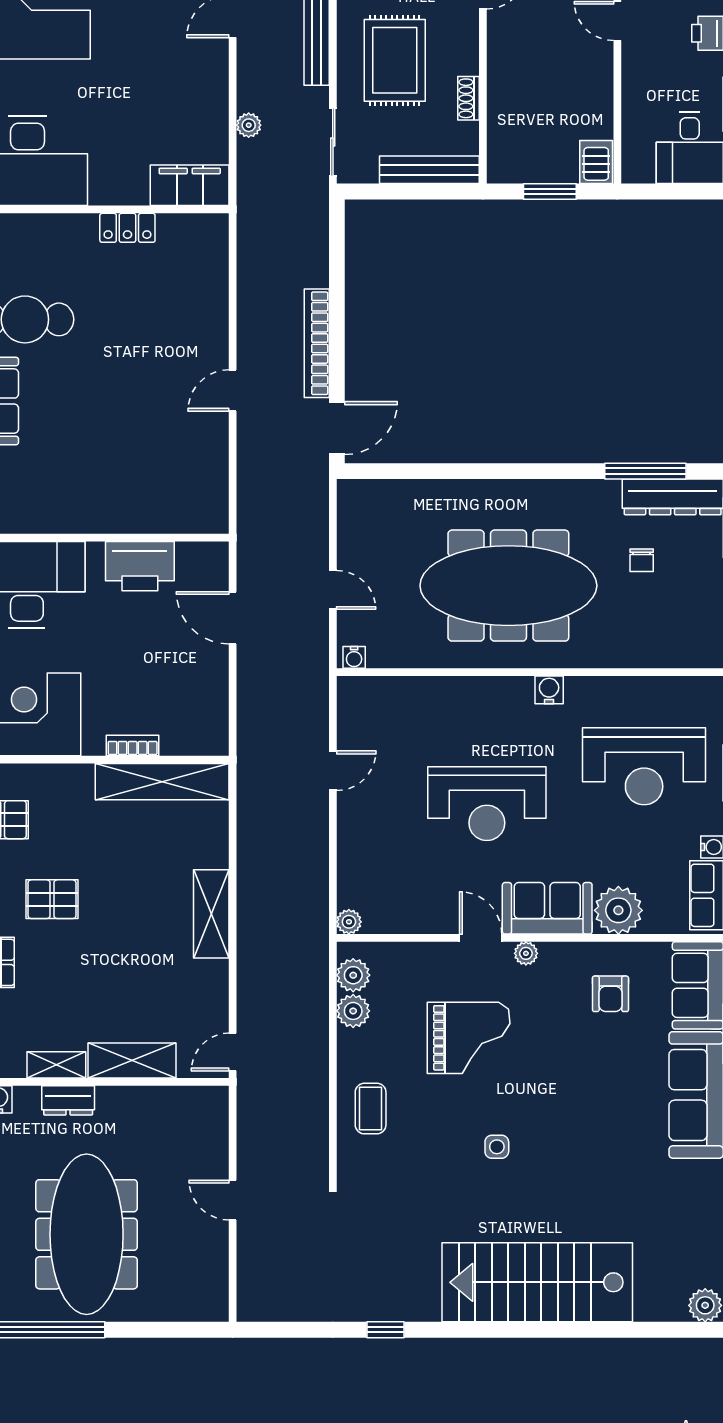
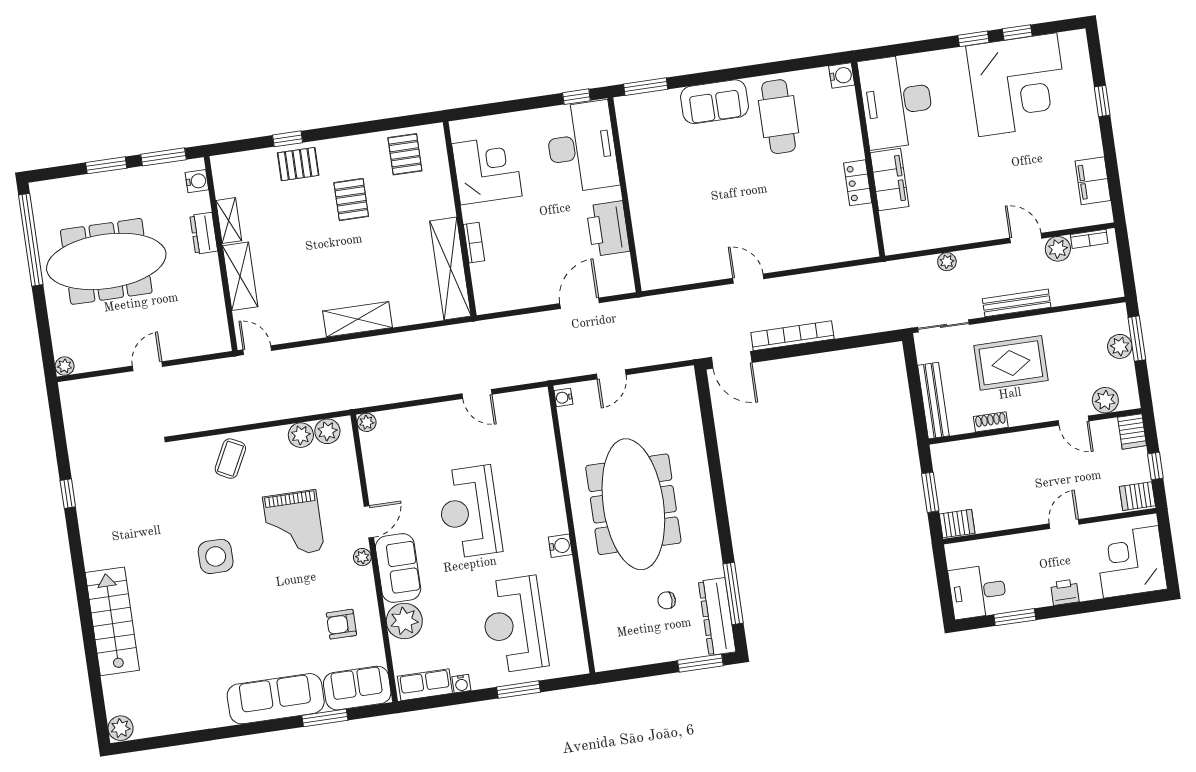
filing cabinet: (190, 185) -> (889, 180), moved
coffee table: (371, 1109) -> (230, 459), turned -63
side table: (497, 1147) -> (216, 556), width x1.87, depth x1.87
stairs: (537, 1282) -> (112, 621), width x0.73, depth x0.66
plant: (217, 1309) -> (65, 366), added

